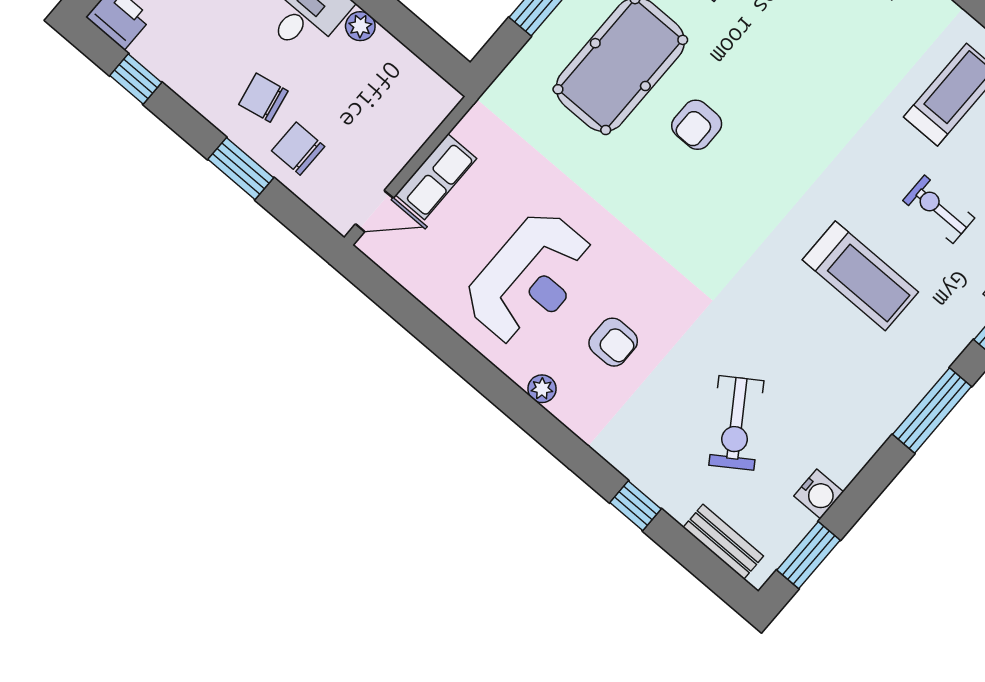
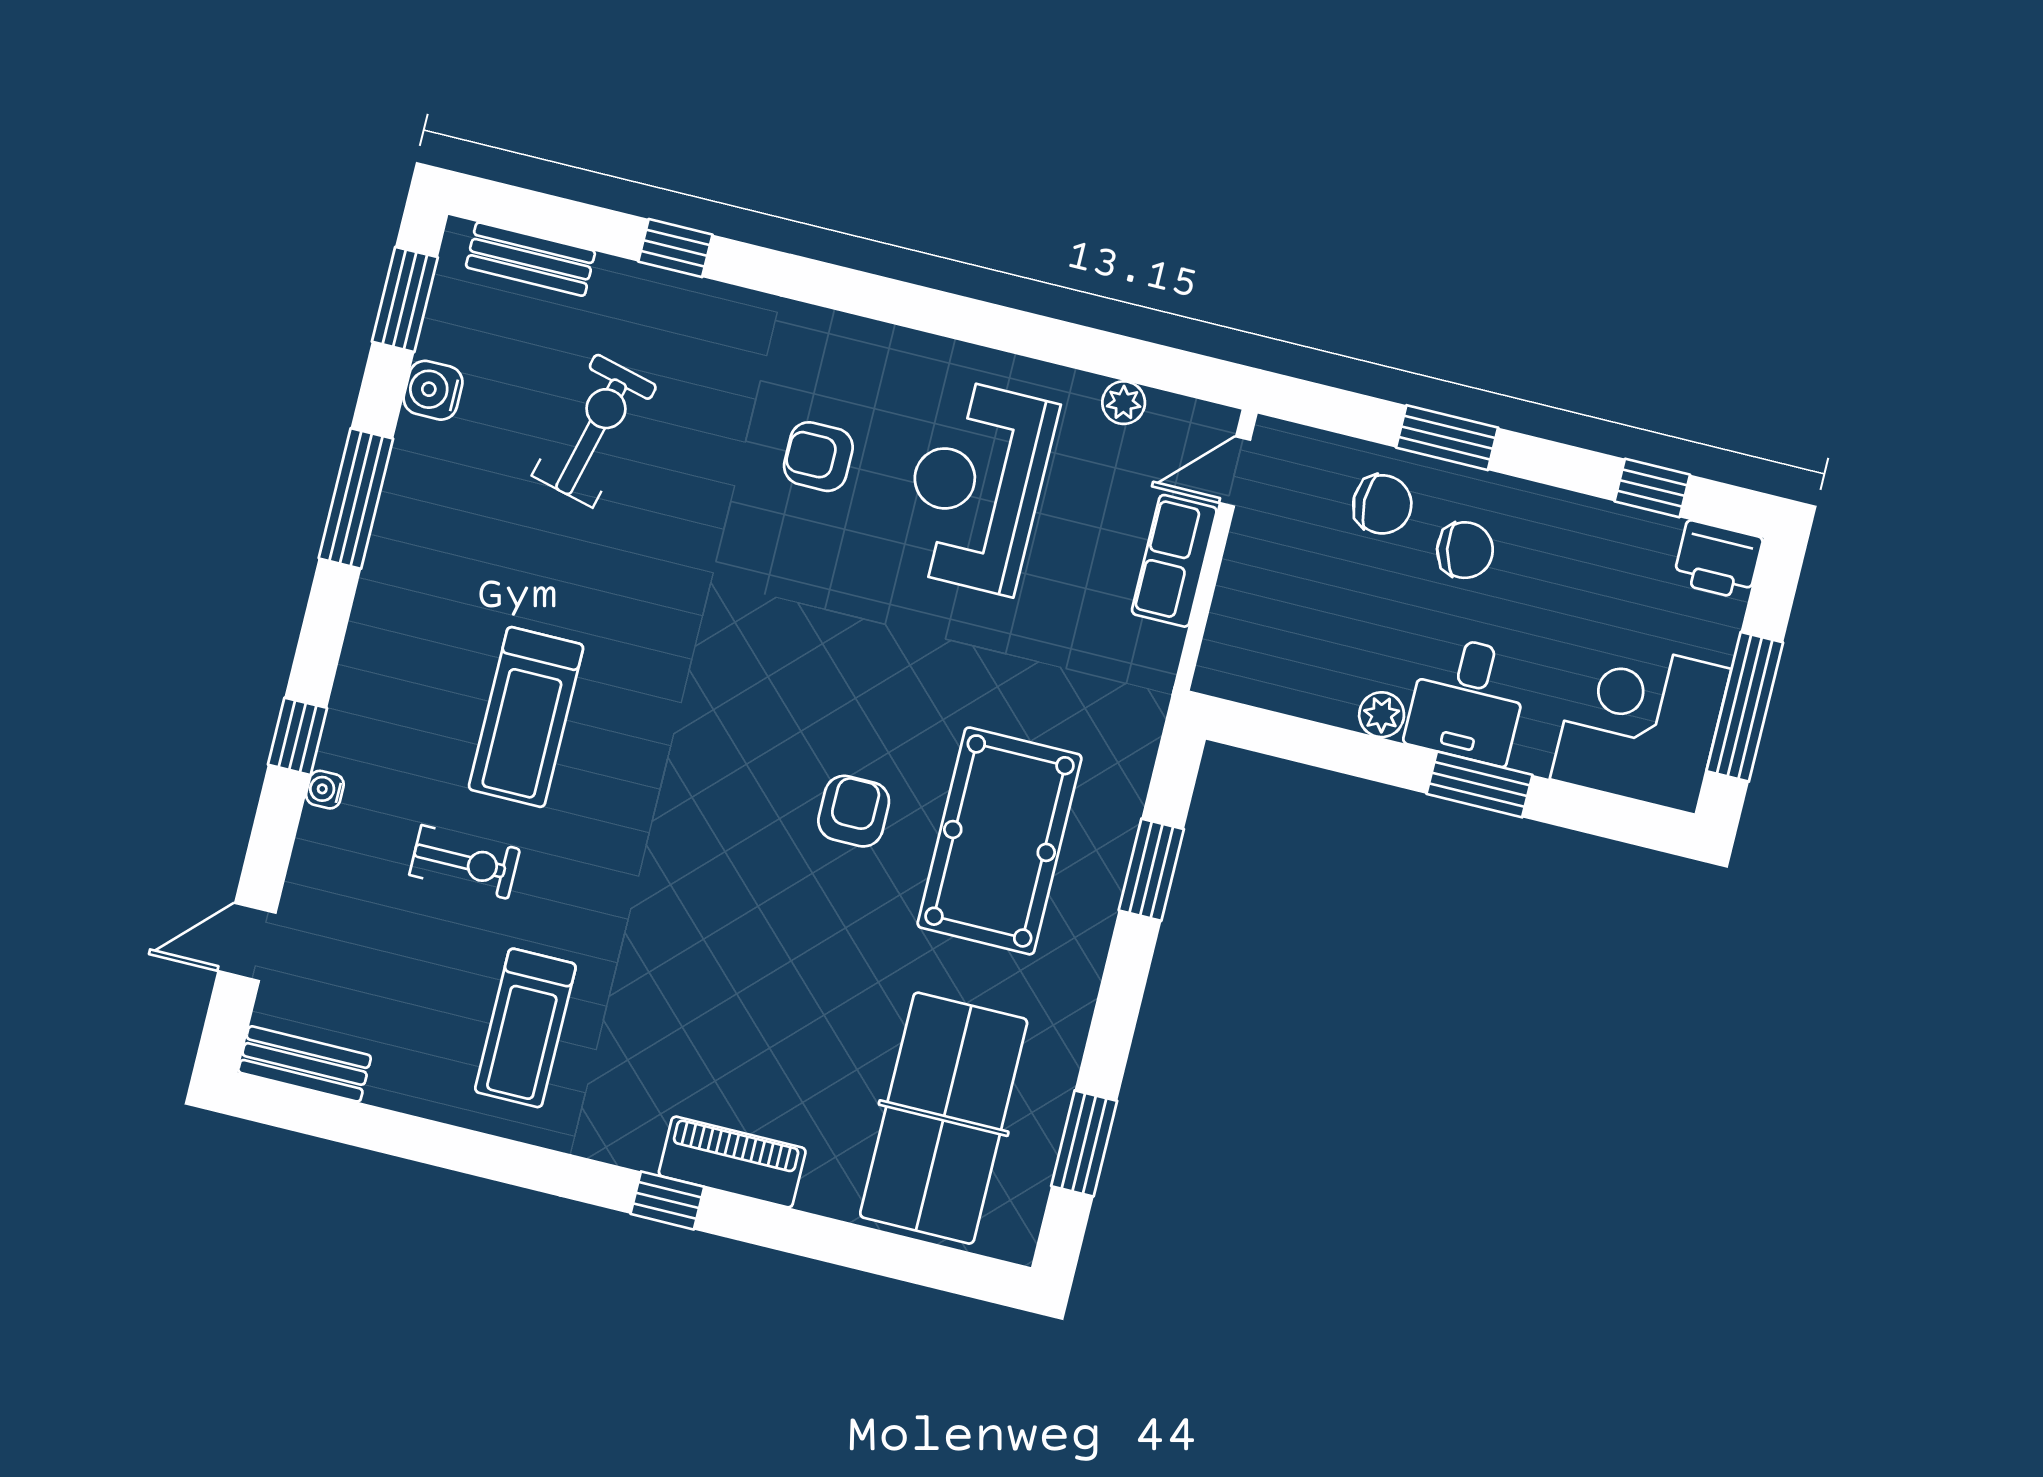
treadmill: (860, 276) -> (526, 717), turned -90
plant: (542, 389) -> (1124, 403), moved
window: (932, 410) -> (356, 499), moved
exercise bike: (736, 423) -> (594, 431), turned 48

